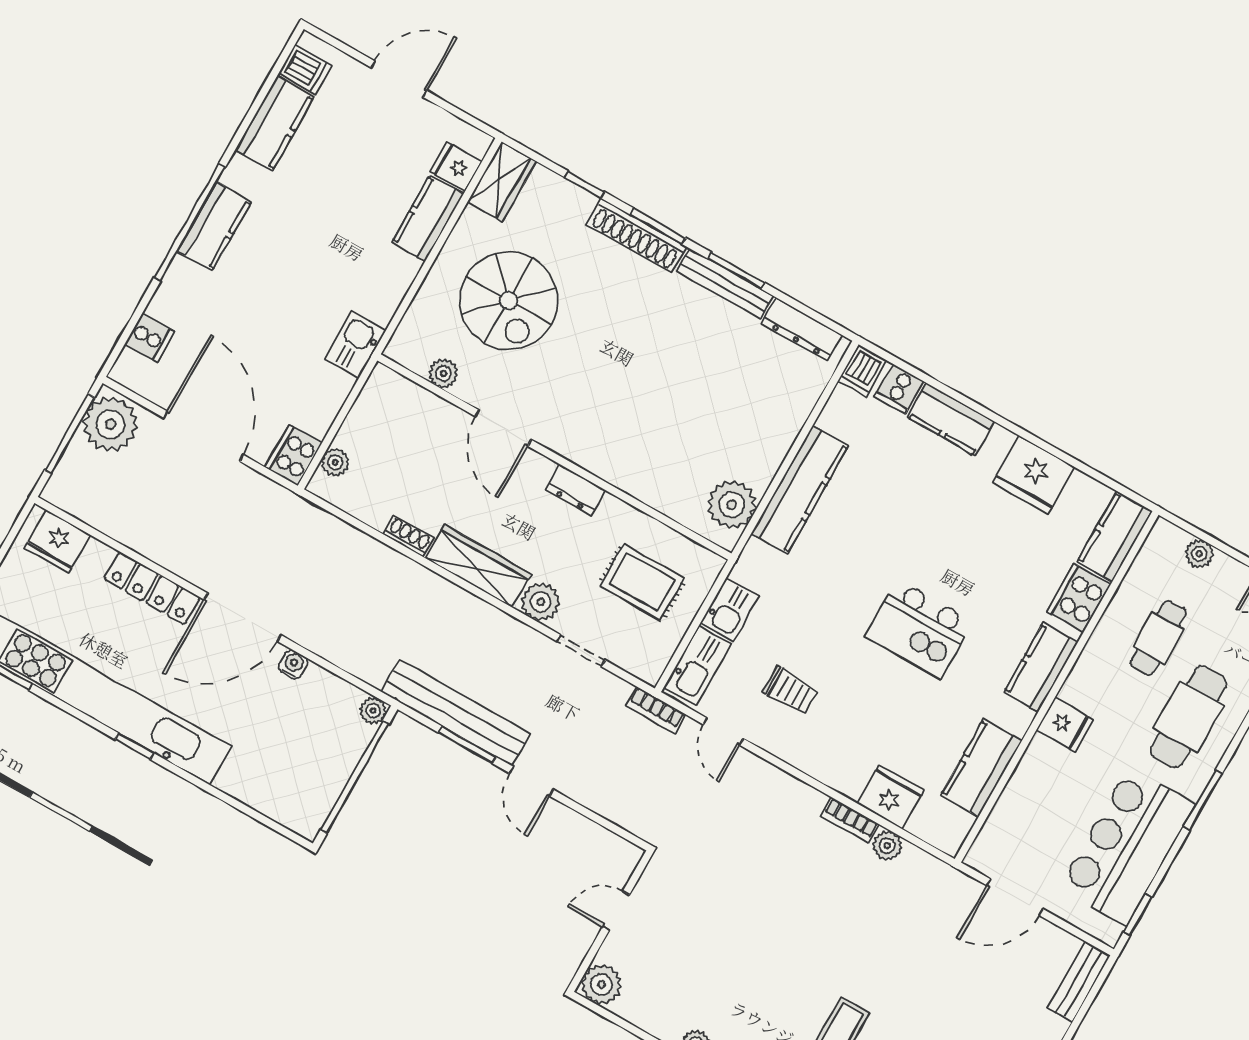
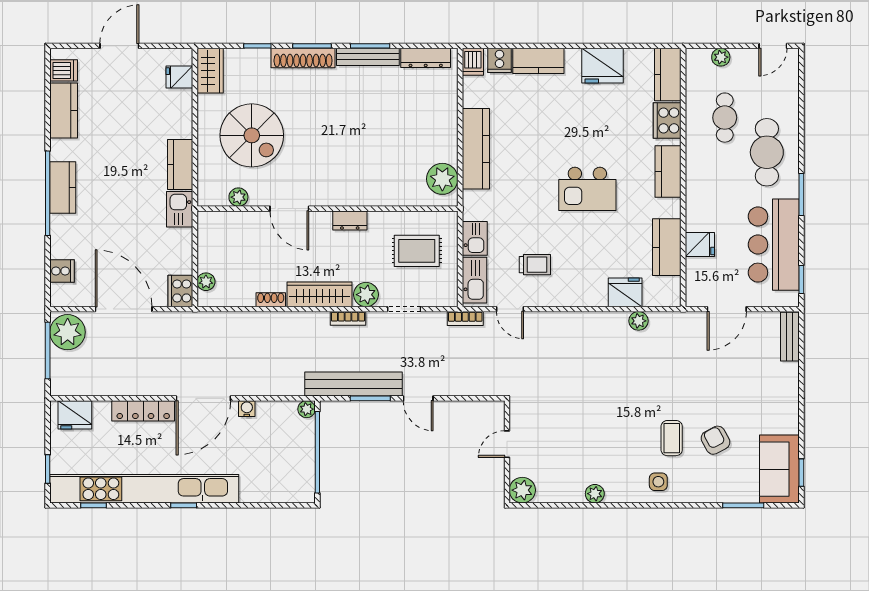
kitchen counter: (428, 218) -> (180, 164), moved
fridge: (1065, 725) -> (700, 245), moved
bookcase: (850, 820) -> (348, 318), moved

